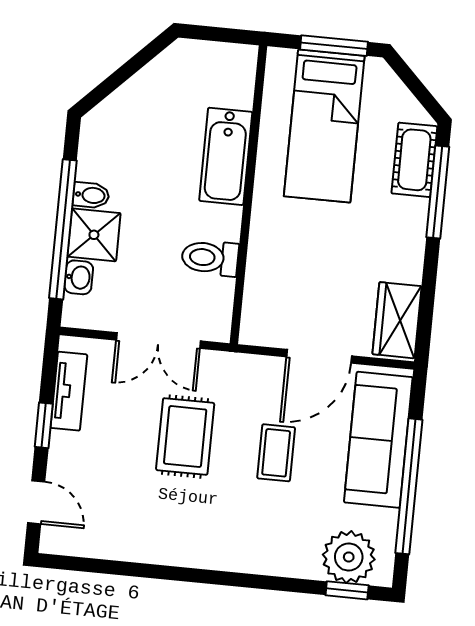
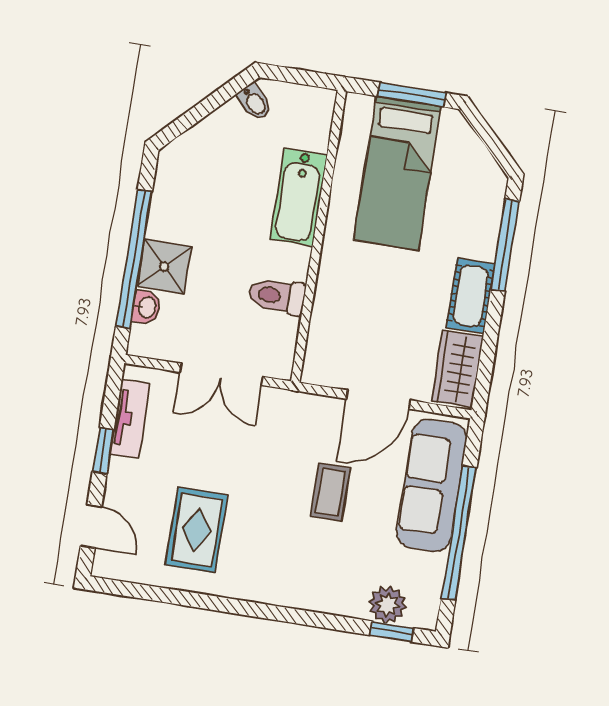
cot: (414, 160) -> (471, 296), moved
bidet: (91, 195) -> (254, 102), moved, turned 45
rug: (185, 437) -> (197, 530), moved
plant: (349, 557) -> (388, 605), width x0.73, depth x0.73

